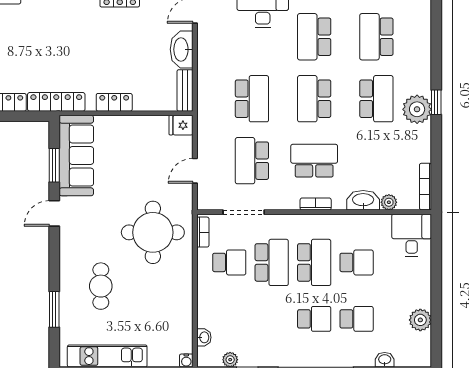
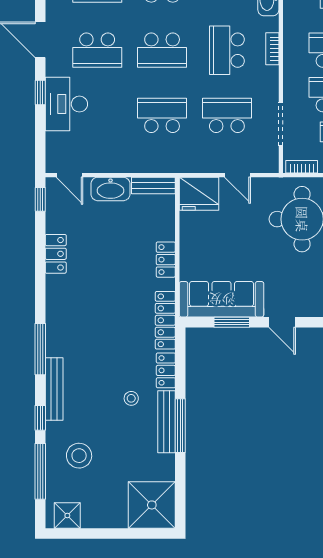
fridge: (181, 125) -> (199, 194), width x1.88, depth x1.34
school desk: (252, 161) -> (227, 115), turned 180

